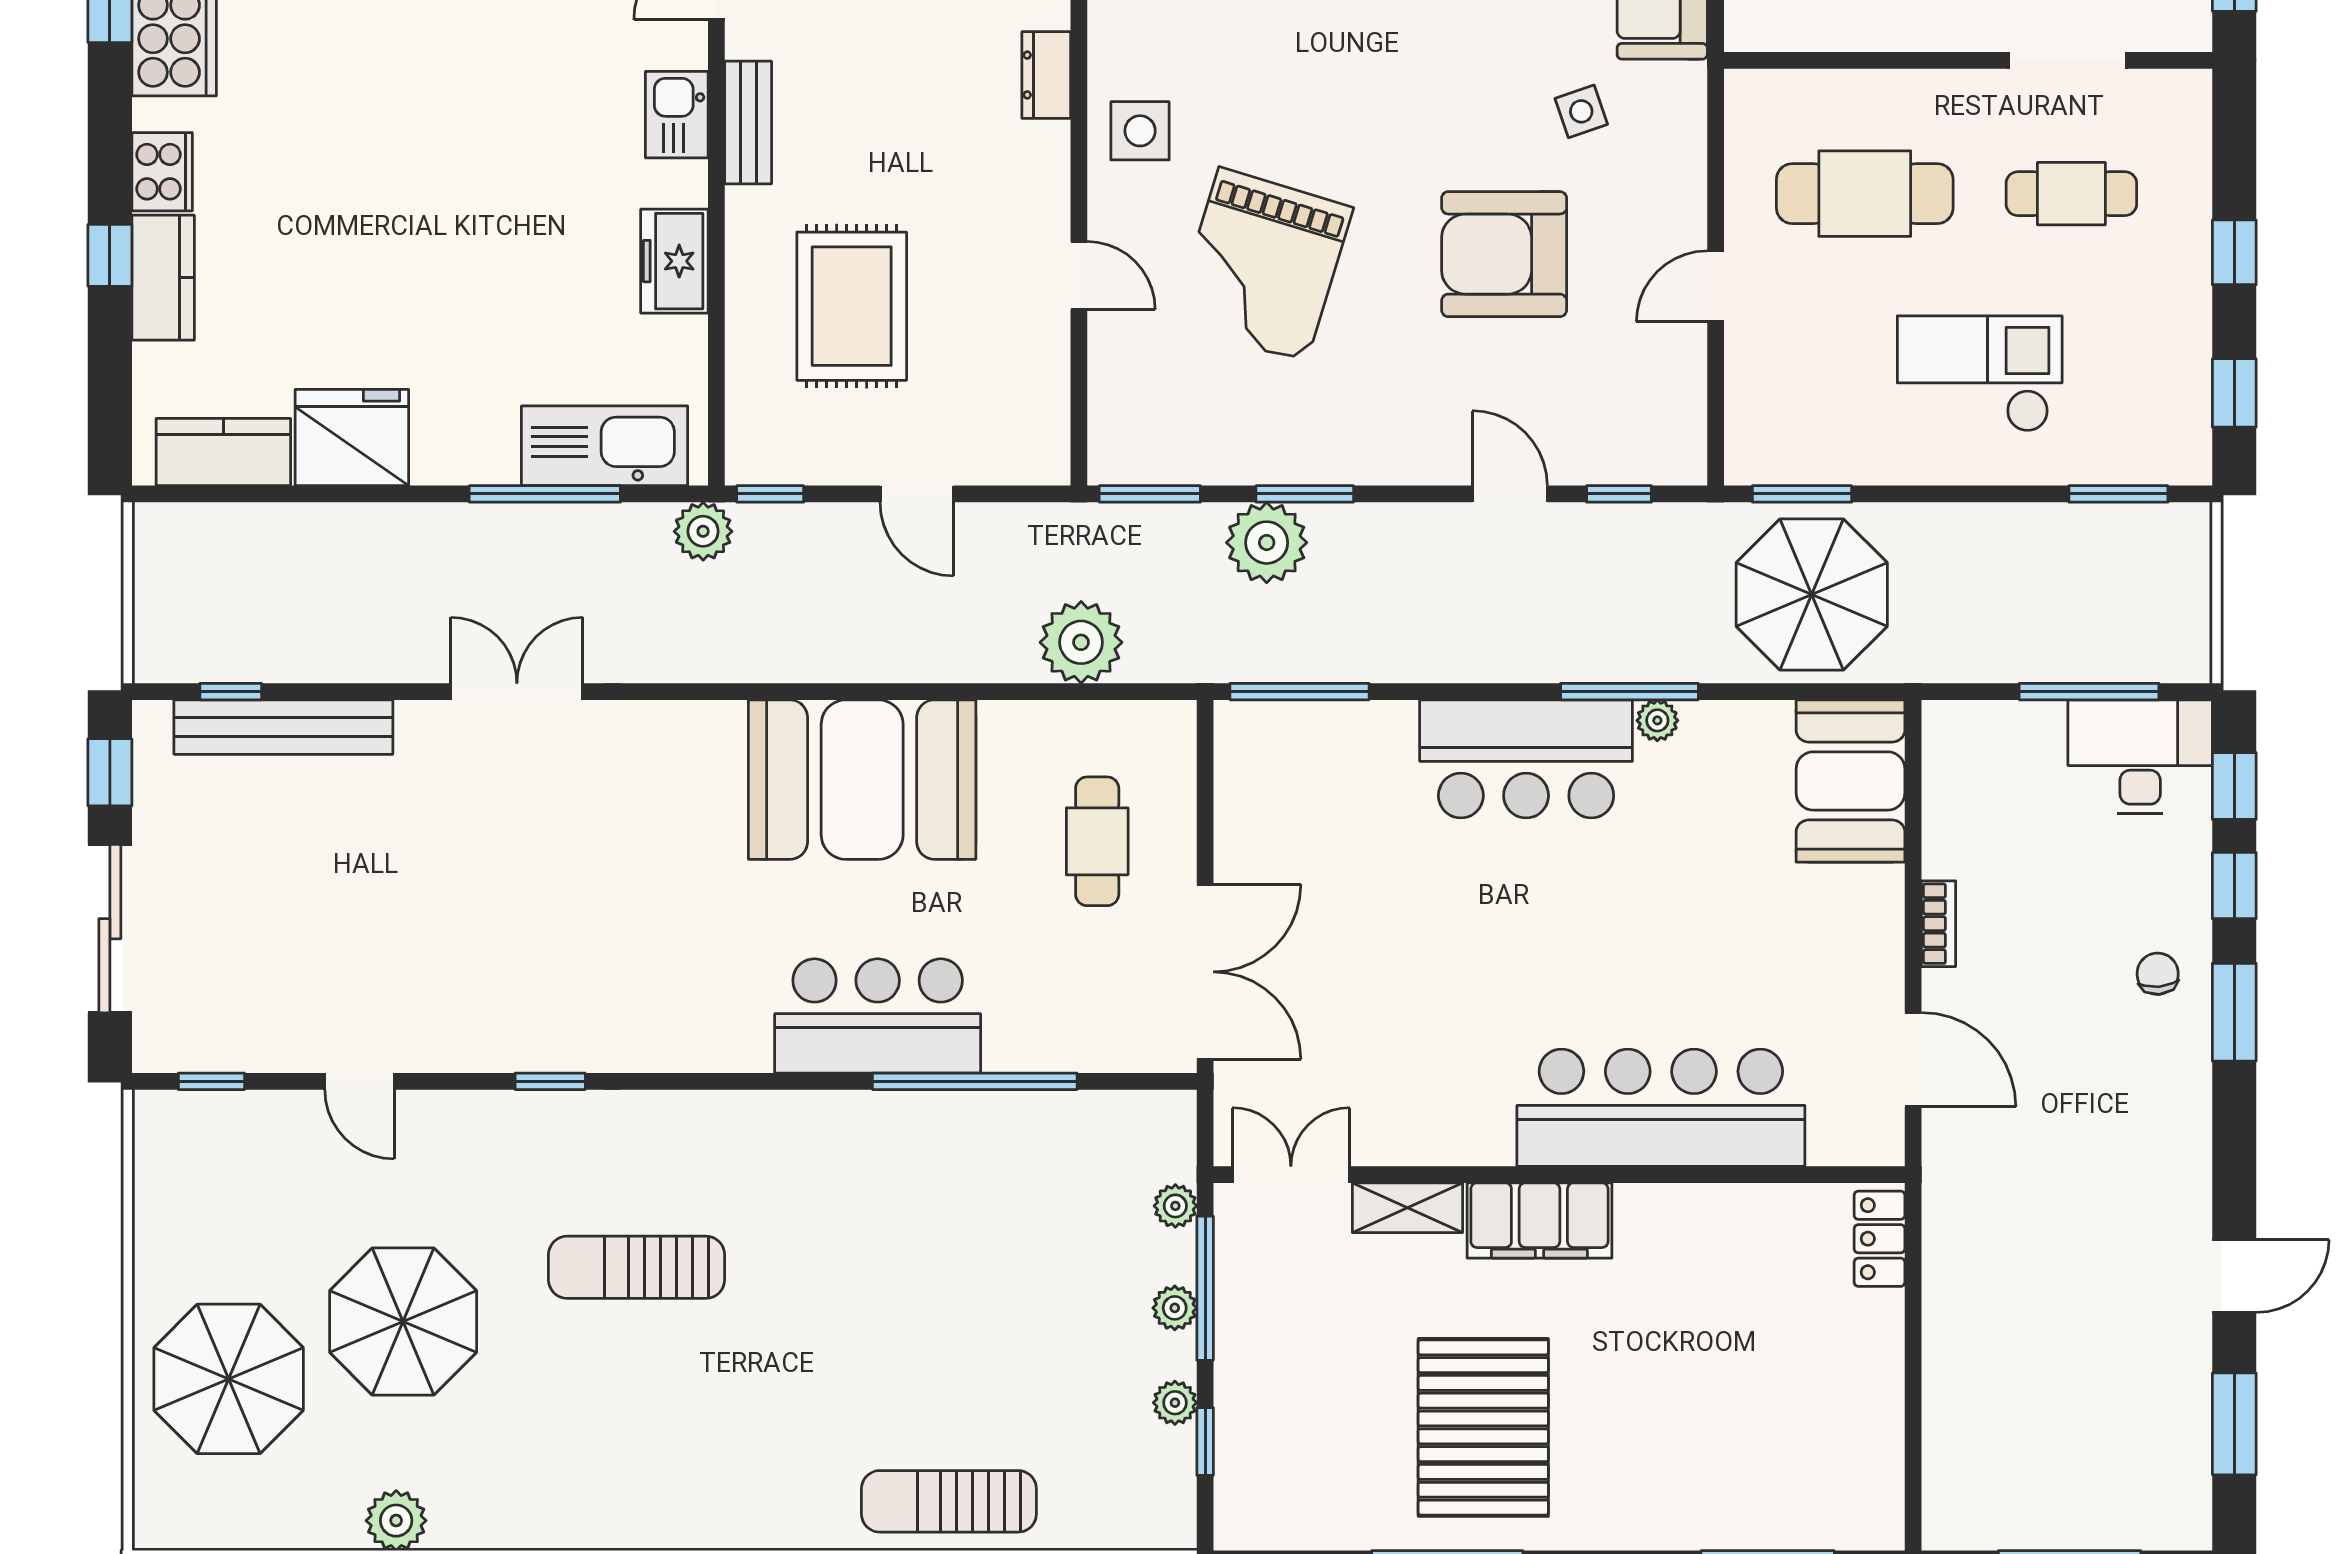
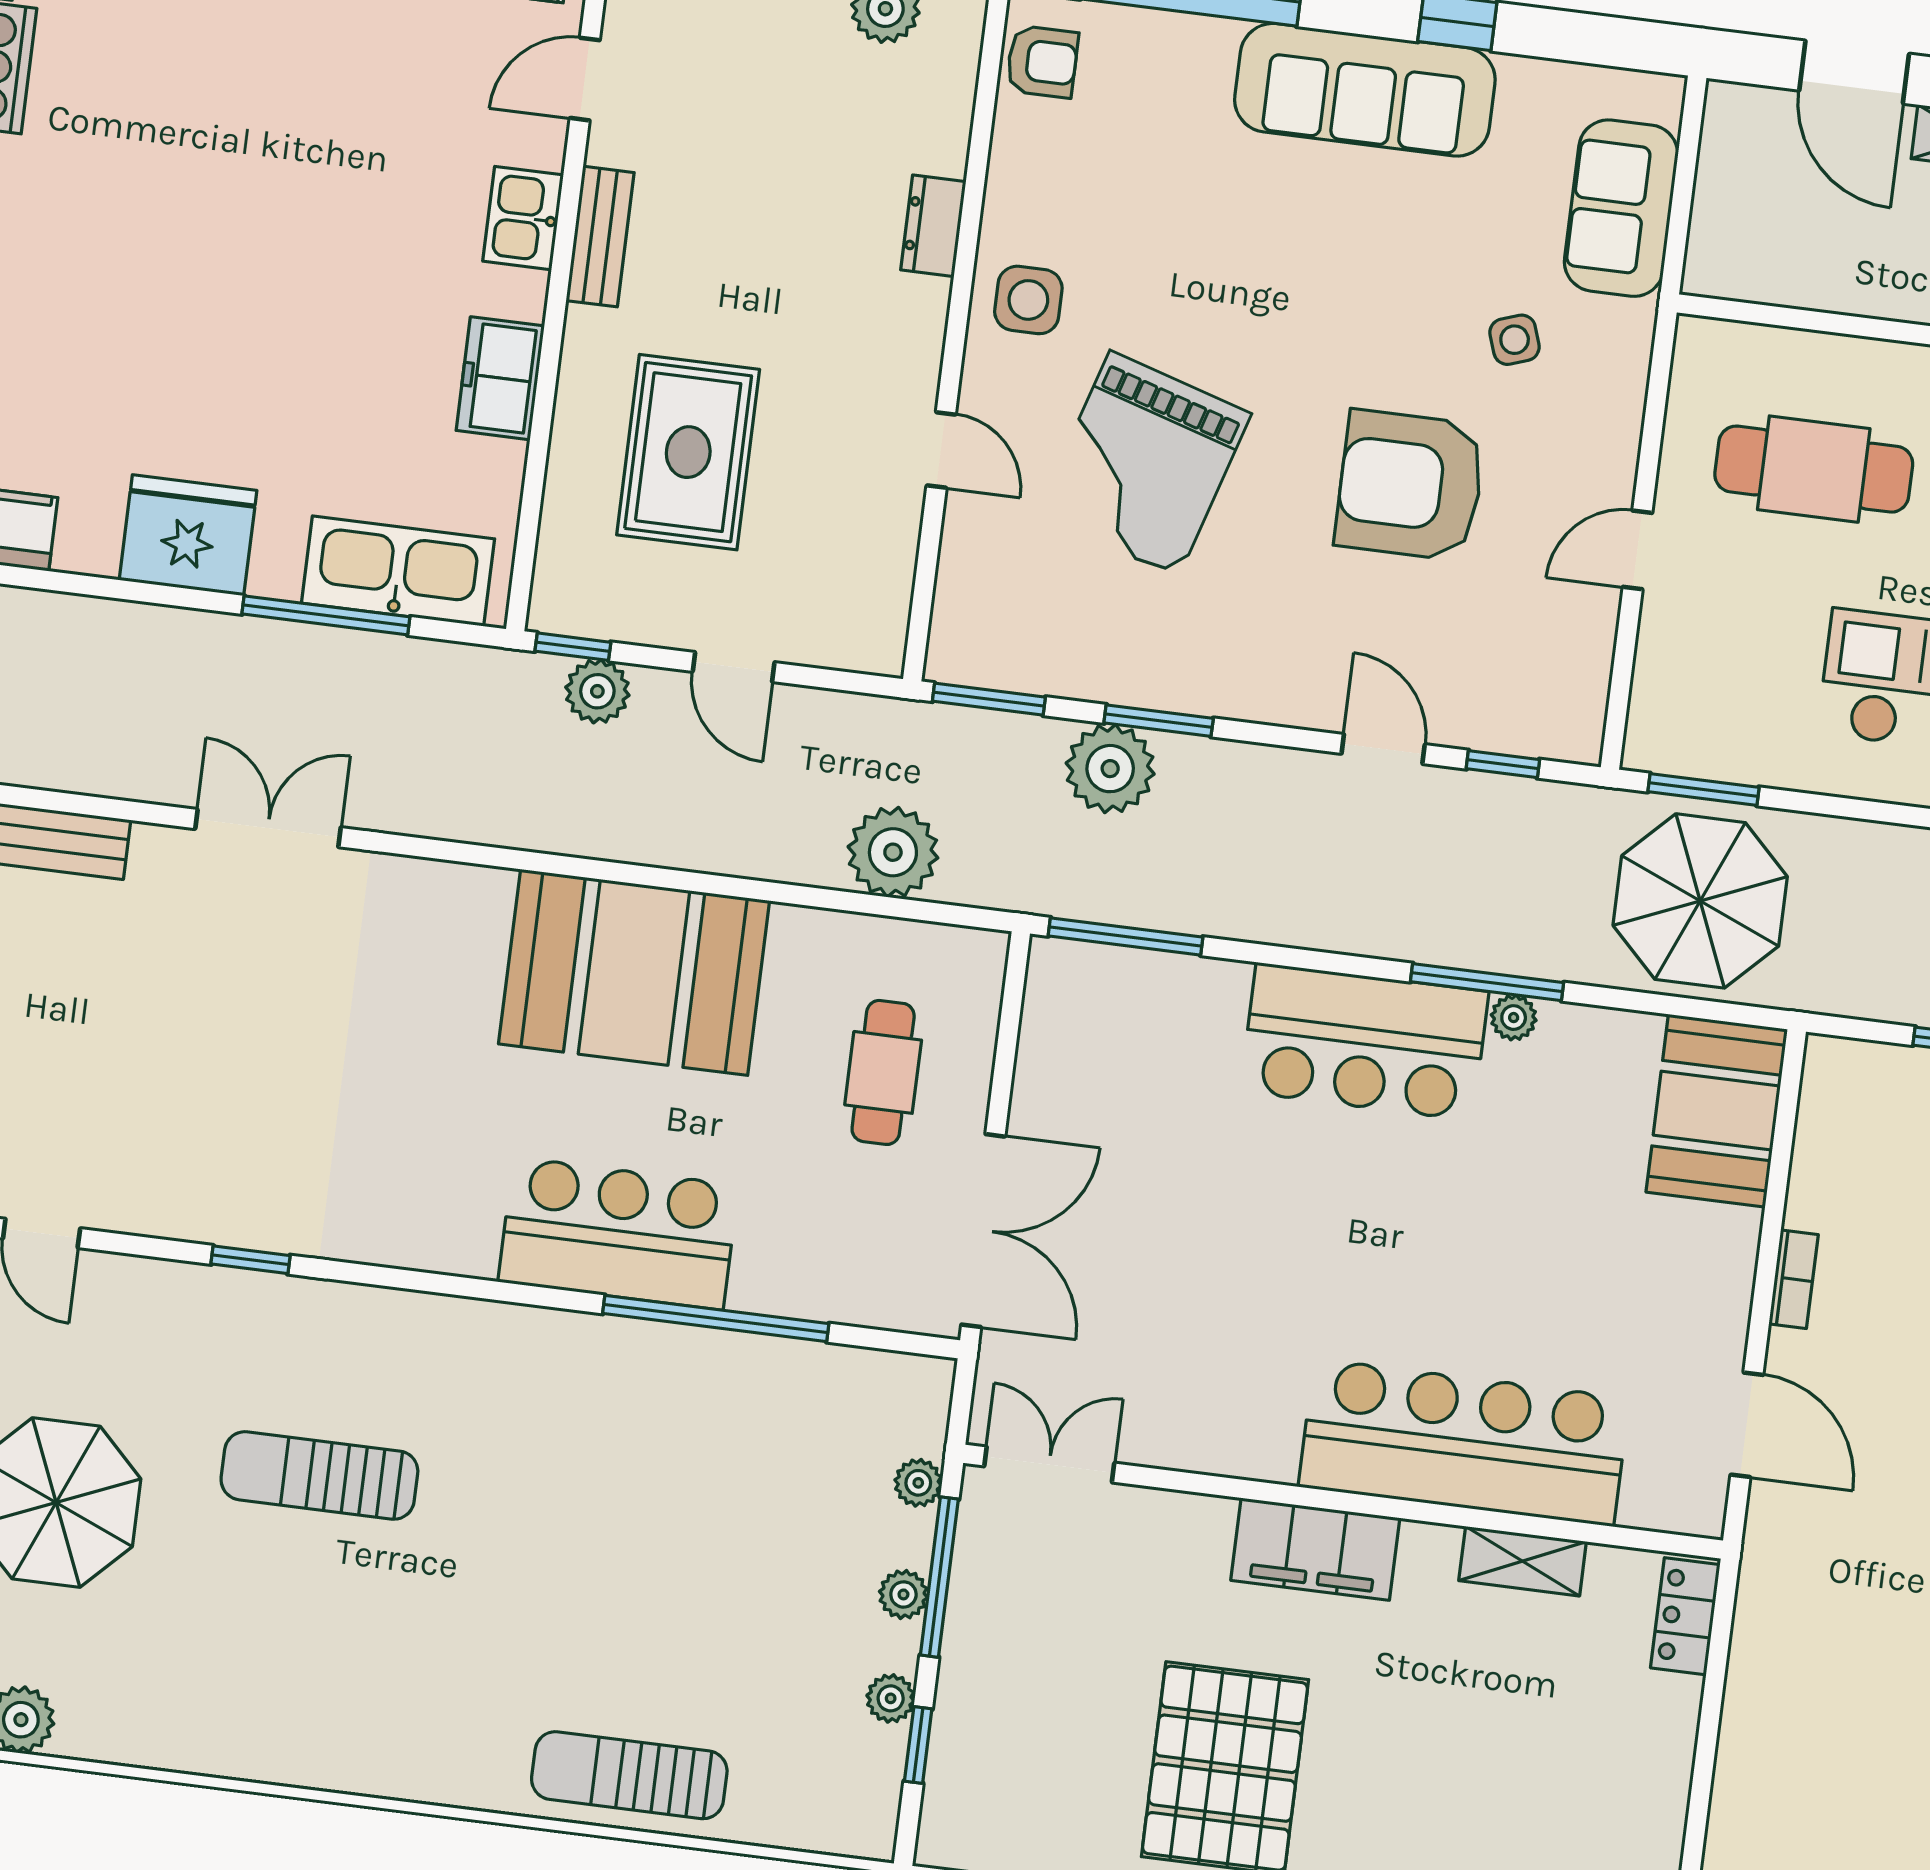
fridge: (352, 438) -> (188, 535), moved
plant: (703, 531) -> (597, 691), moved
shelving: (1407, 1208) -> (1523, 1561), moved

